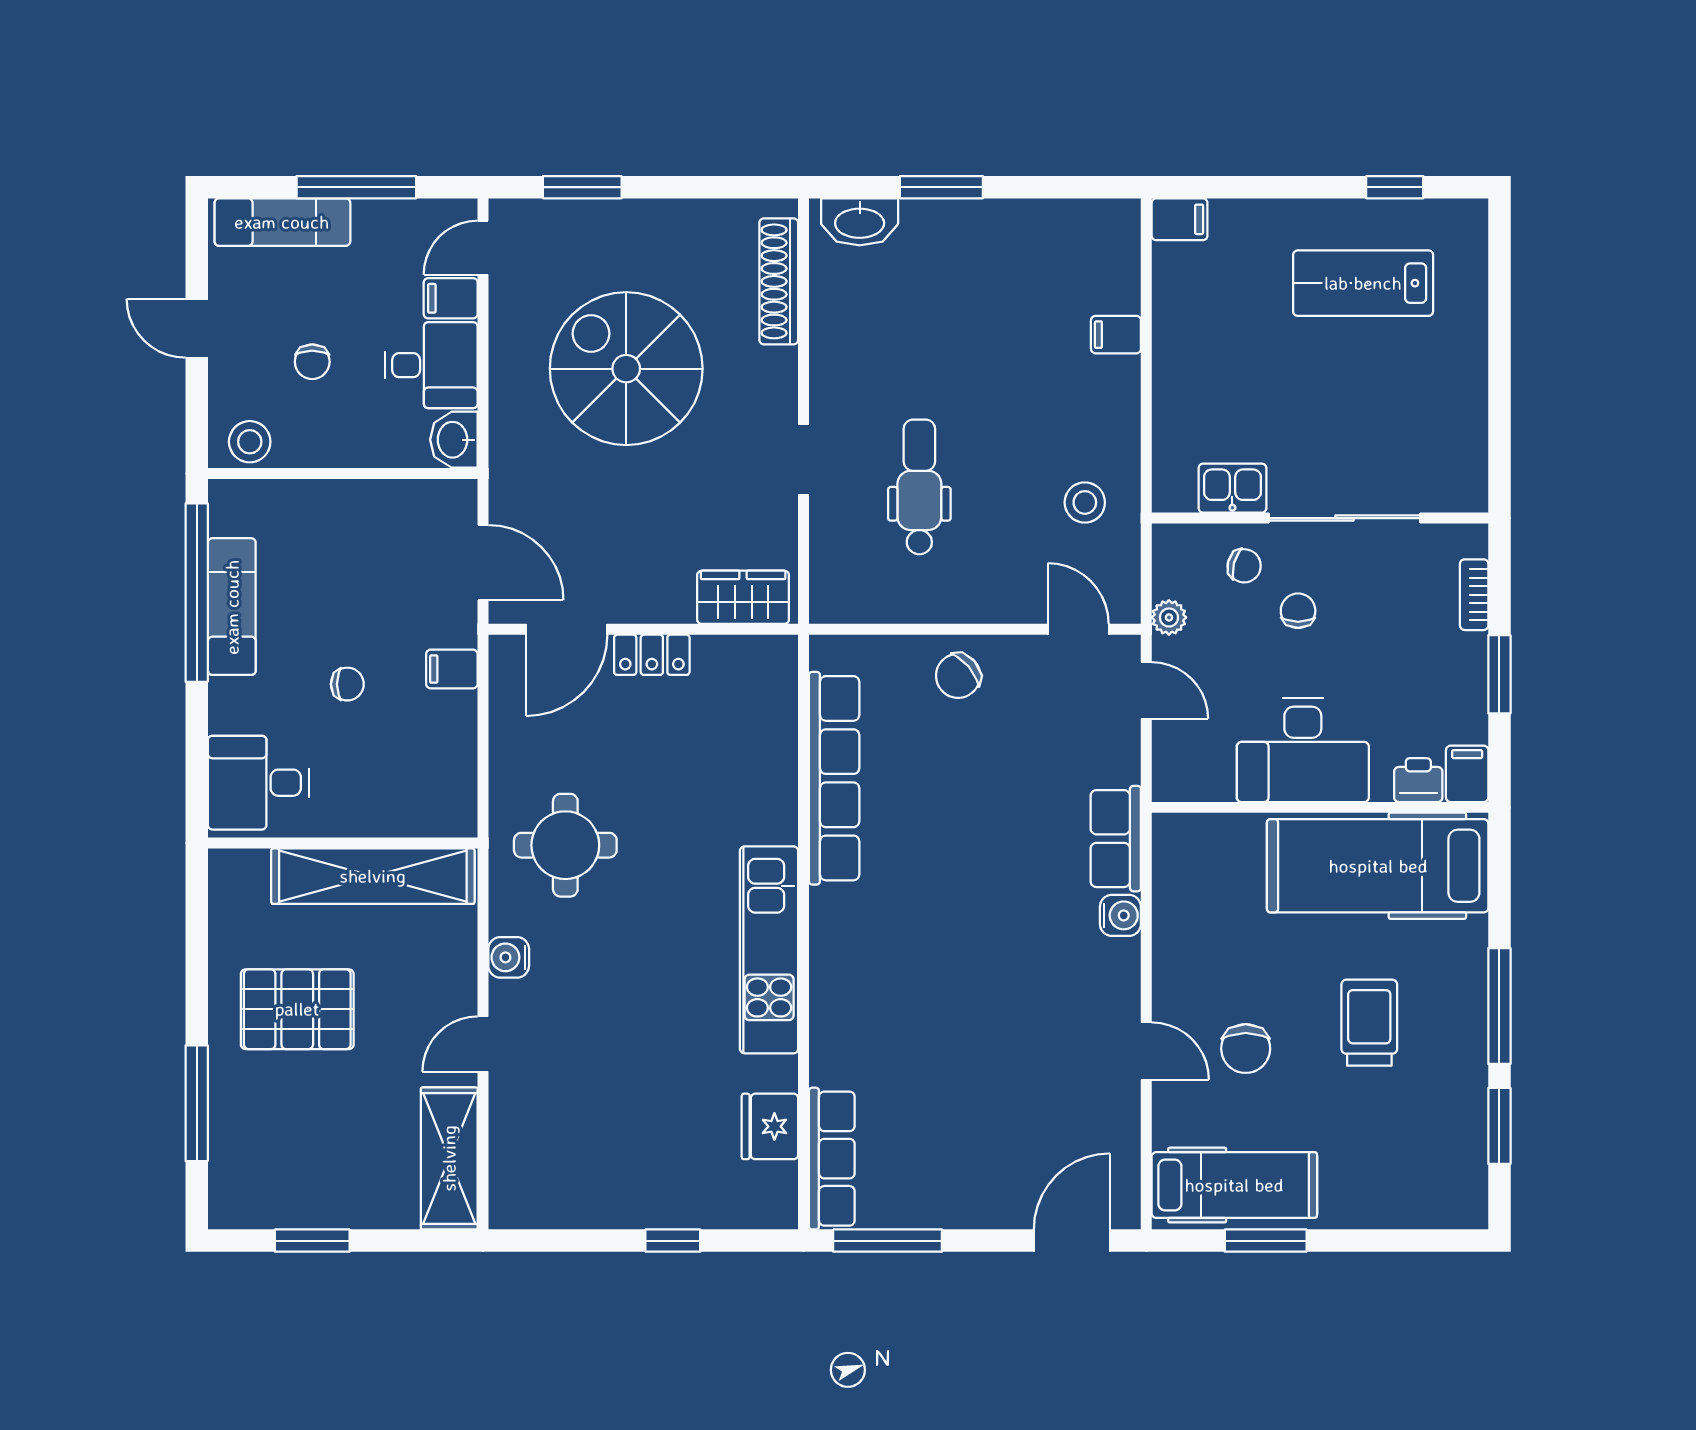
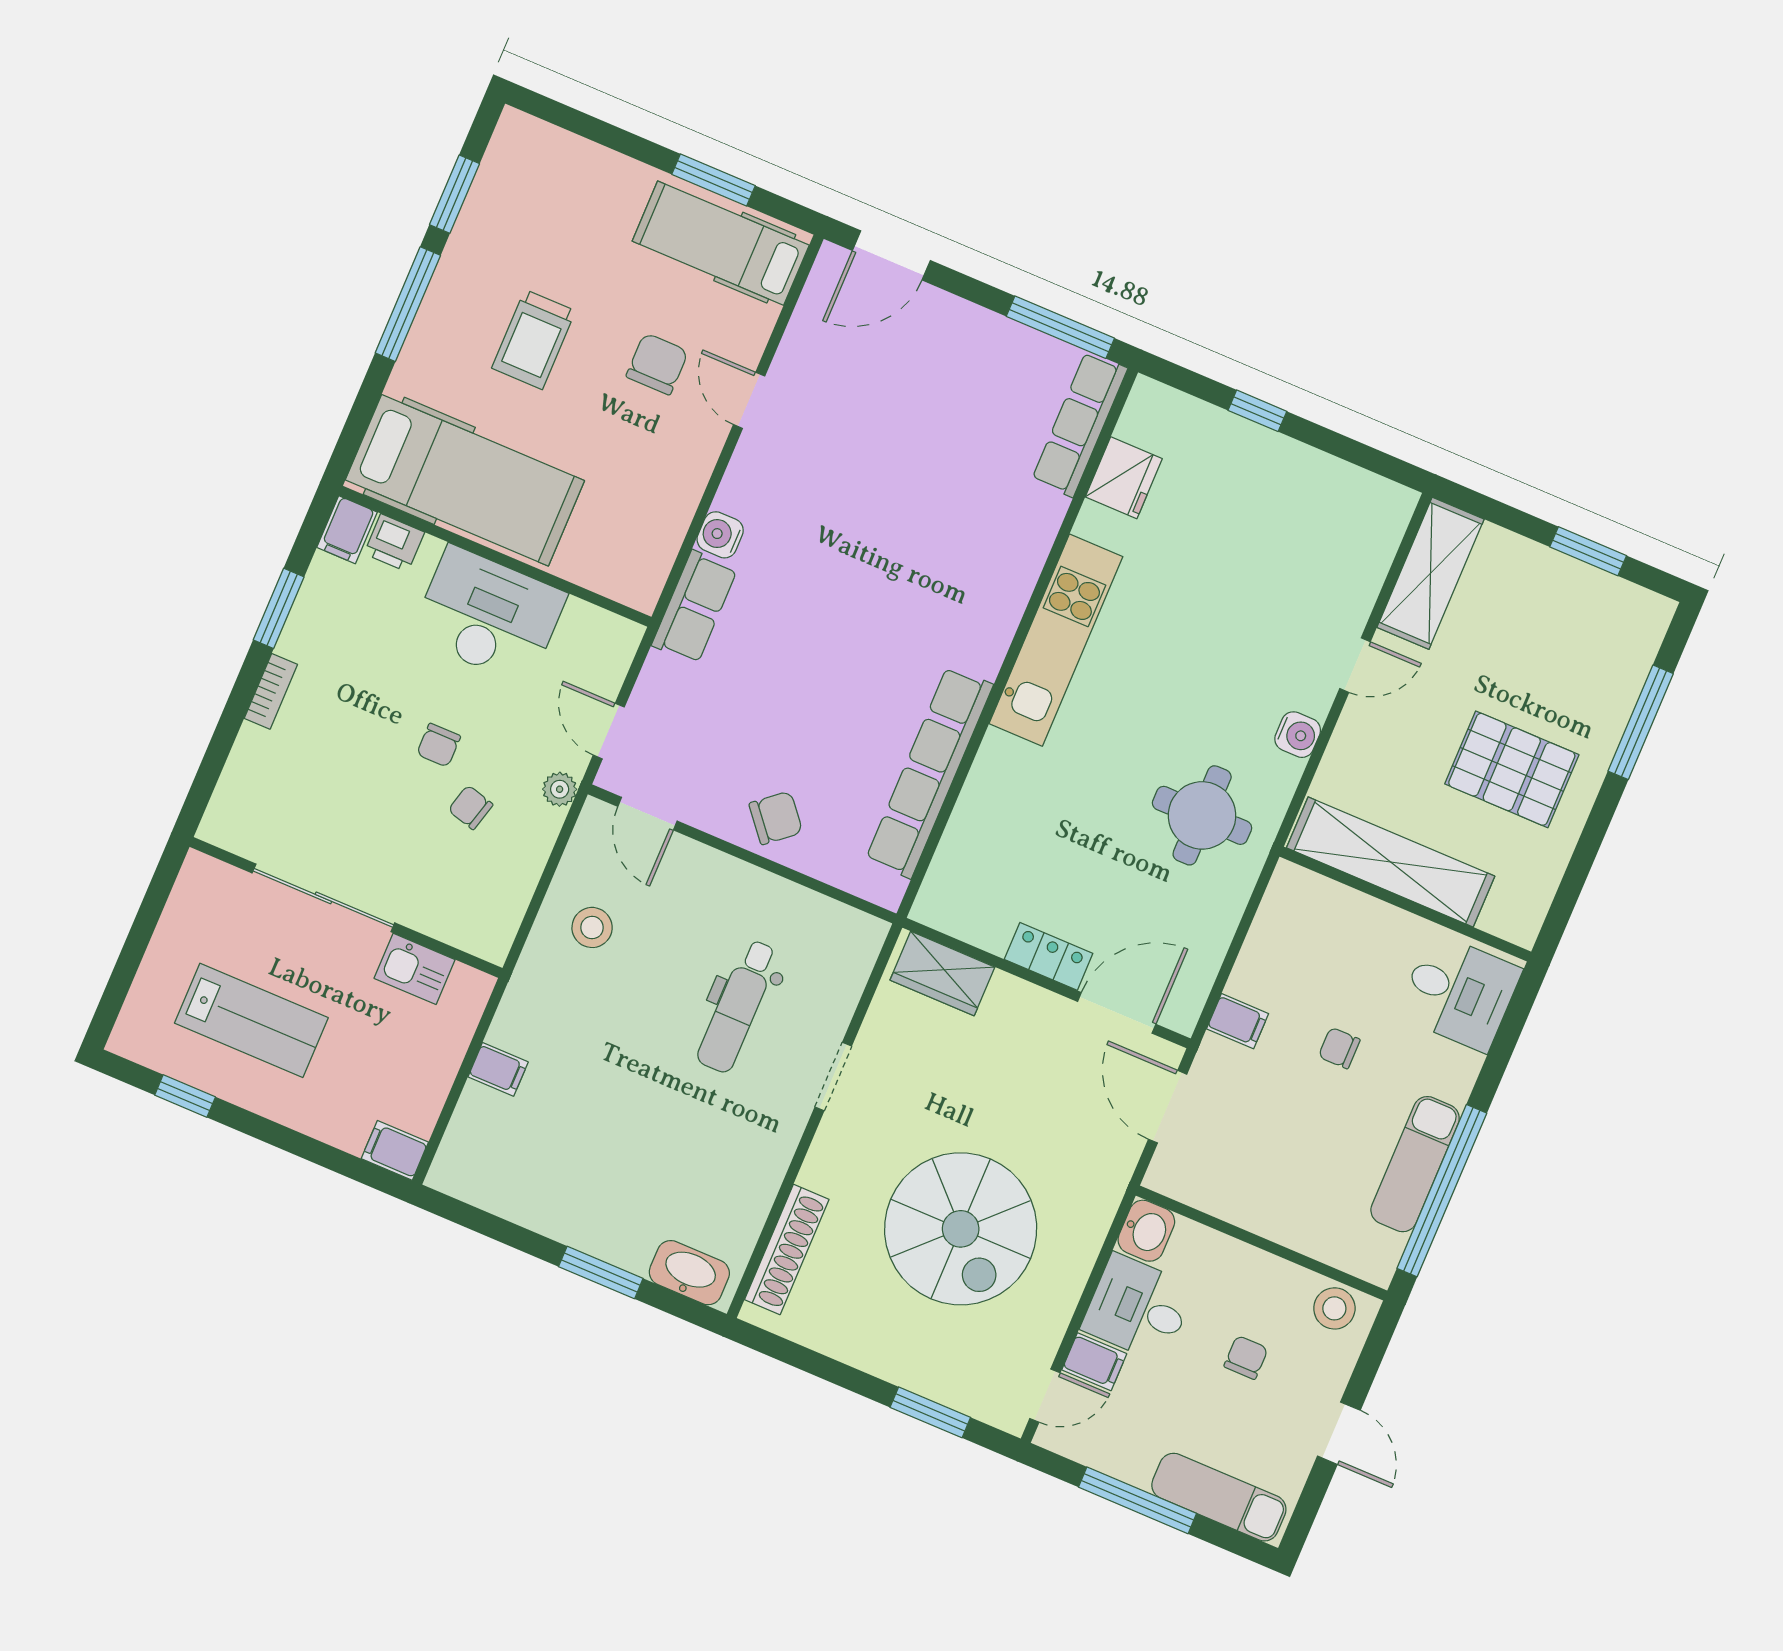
kitchen sink: (1232, 488) -> (415, 969), moved
wall: (1320, 518) -> (346, 907), moved
sliding door: (1345, 518) -> (323, 898), moved

